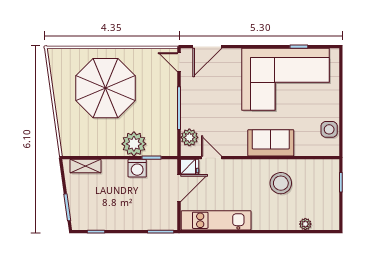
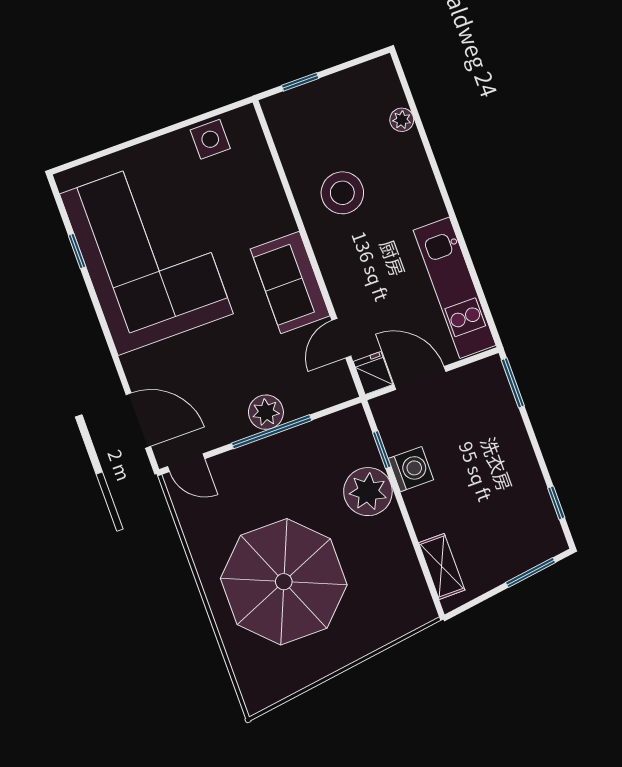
door: (179, 62) -> (186, 463), hinge flipped
plant: (189, 137) -> (266, 412), moved
sofa: (271, 143) -> (290, 282), moved

